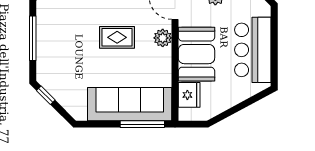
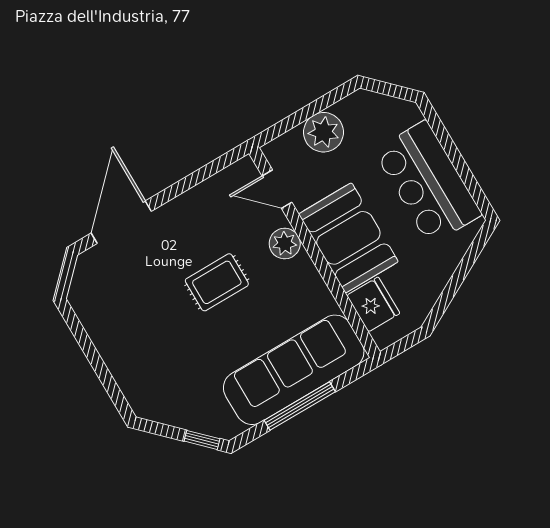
window: (33, 38) -> (94, 357), removed
window: (46, 95) -> (202, 440), moved
window: (142, 124) -> (300, 406), moved

